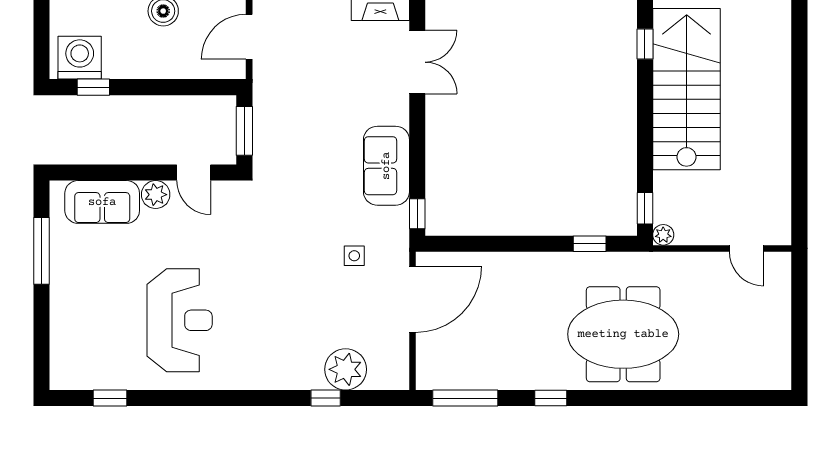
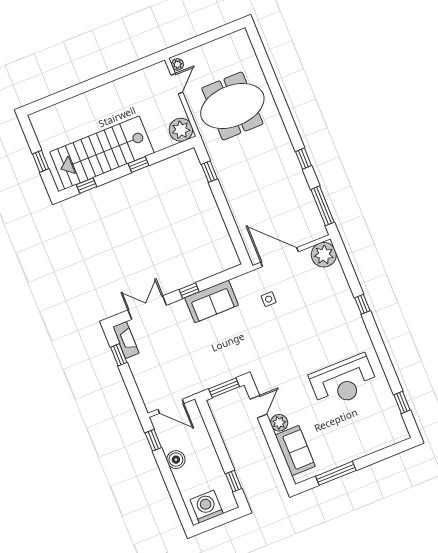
washing machine: (80, 58) -> (207, 507), moved, turned 90
window: (645, 208) -> (138, 165), moved
window: (417, 214) -> (189, 291), moved
plant: (663, 235) -> (181, 130), width x1.87, depth x1.87
plant: (776, 261) -> (177, 64), added
reception desk: (180, 320) -> (343, 381), turned 180
meeting table: (623, 334) -> (232, 106), moved, turned 90
plant: (346, 369) -> (324, 255), moved
window: (326, 398) -> (362, 304), moved

